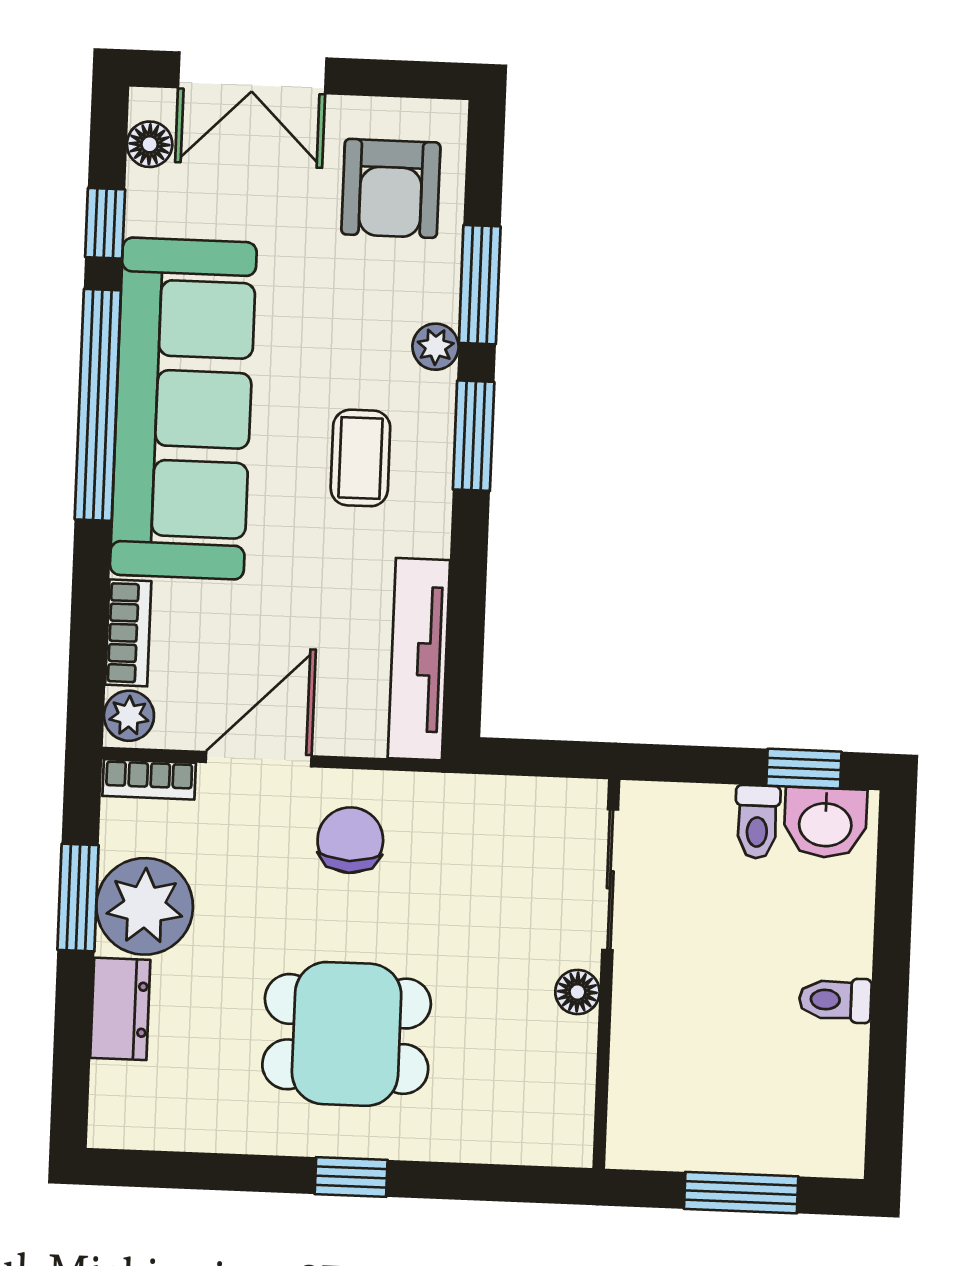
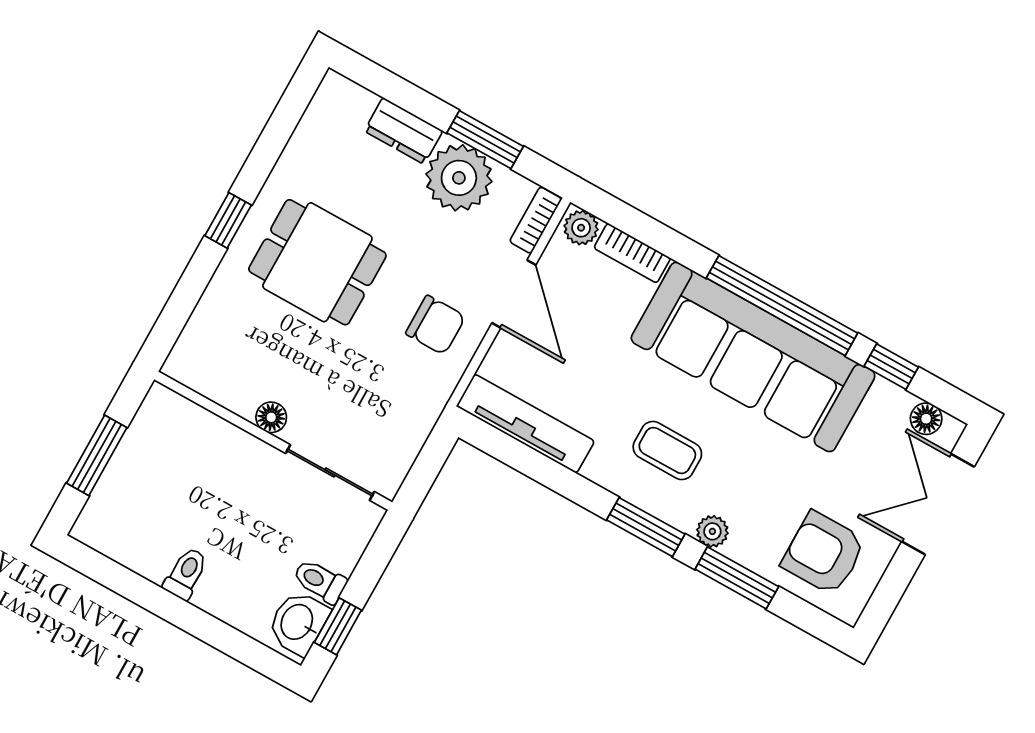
dining table: (347, 1034) -> (317, 262), turned 90

